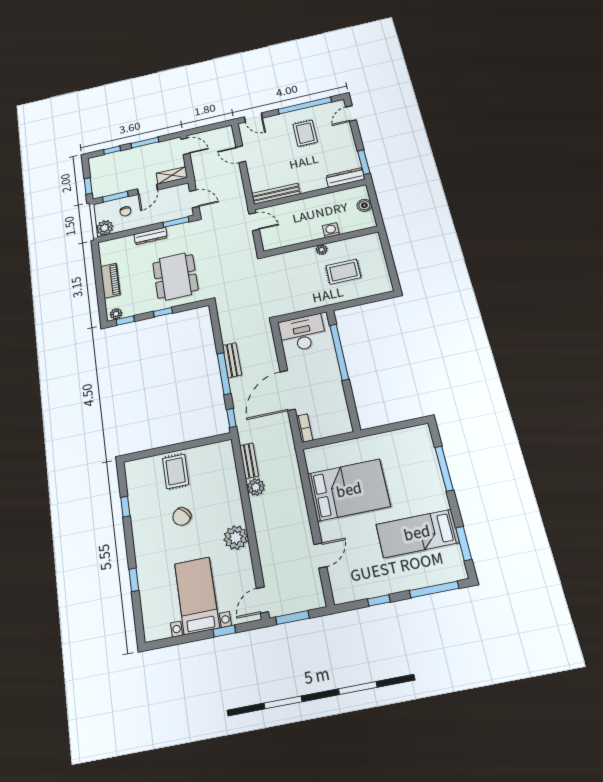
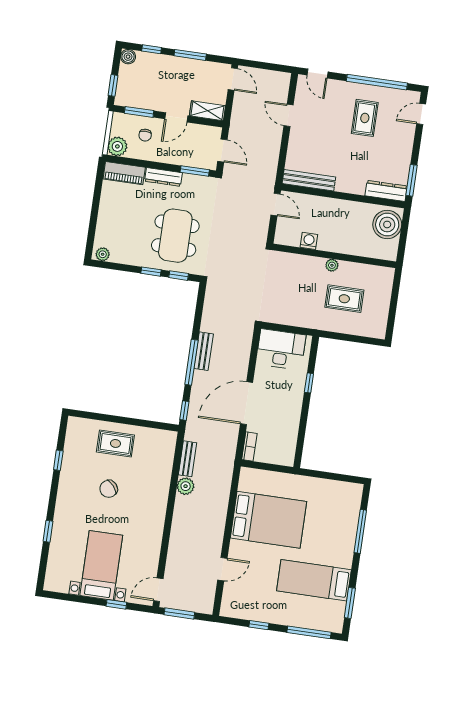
boiler: (94, 162) -> (128, 57), added
boiler: (364, 205) -> (387, 224), width x1.86, depth x1.86
washing machine: (331, 230) -> (309, 241), moved
piano: (110, 281) -> (124, 173), moved, turned 90
window: (125, 320) -> (179, 276), moved
window: (339, 352) -> (309, 383), width x0.32
rug: (176, 471) -> (115, 443), turned 90
plant: (236, 538) -> (152, 526), removed

